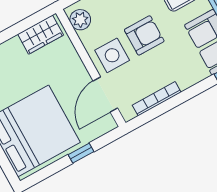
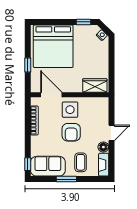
plant: (80, 20) -> (98, 103), removed
wardrobe: (41, 35) -> (95, 86), moved, turned 90

